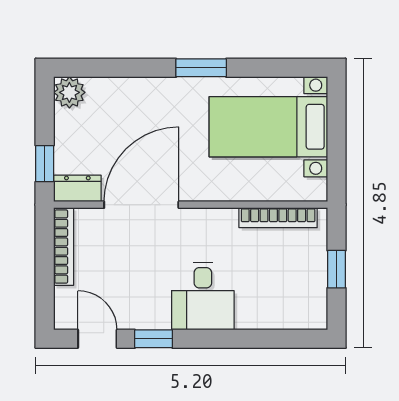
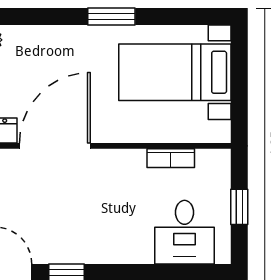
bookcase: (278, 218) -> (171, 158), width x0.64
desk: (203, 296) -> (184, 232), moved

